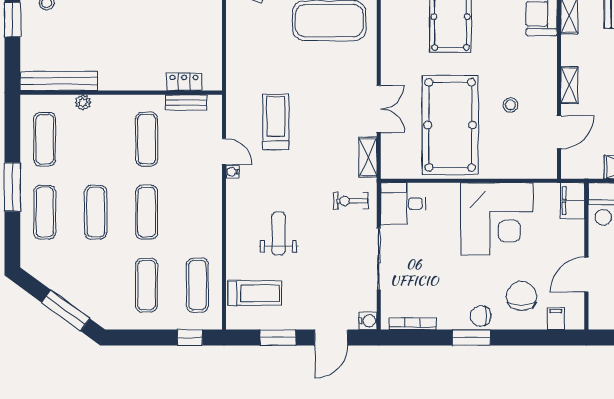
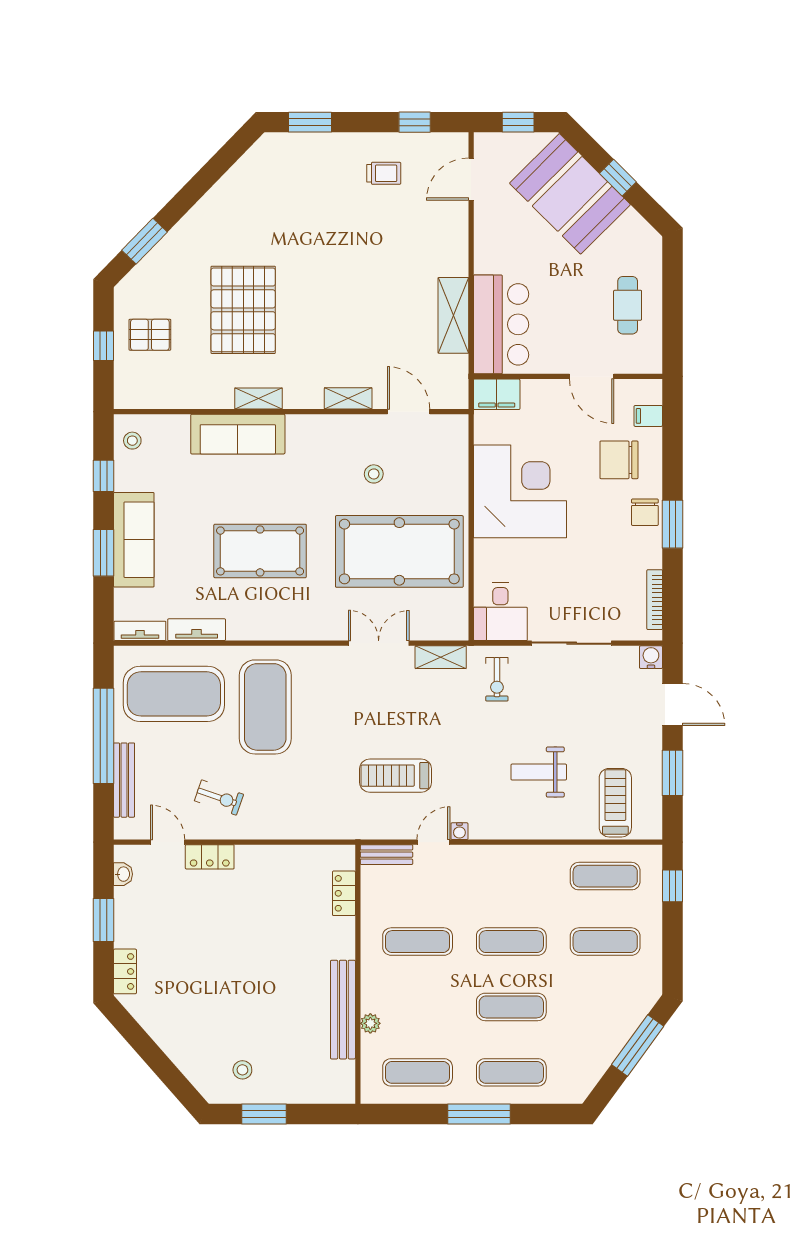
bench: (59, 81) -> (343, 1010), moved
bench: (186, 102) -> (386, 855), moved, turned 90

